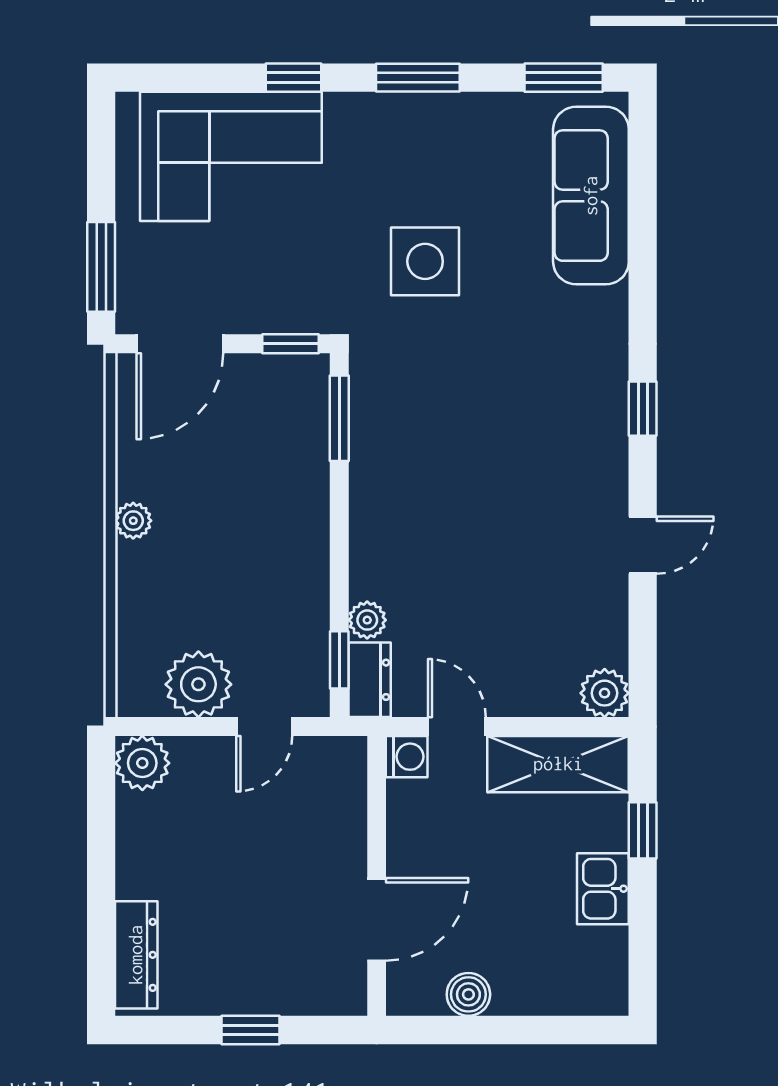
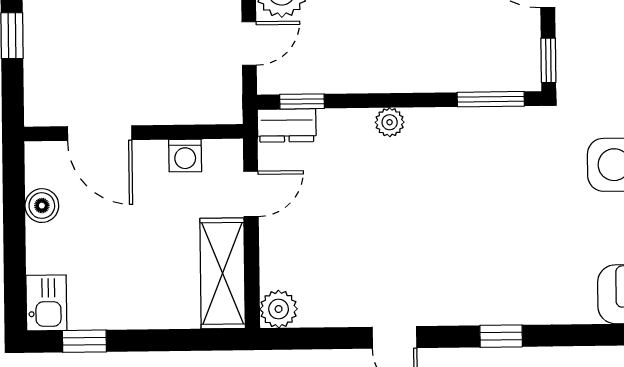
plant: (367, 620) -> (390, 122), moved
door: (264, 727) -> (249, 43), swing flipped
washing machine: (407, 757) -> (185, 156), moved
window: (643, 830) -> (84, 341), moved
kitchen sink: (603, 889) -> (46, 303), moved, turned 90

